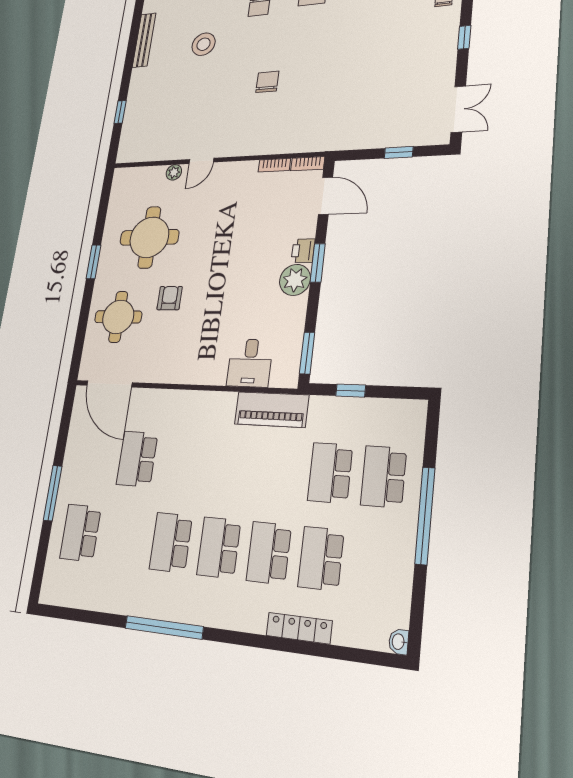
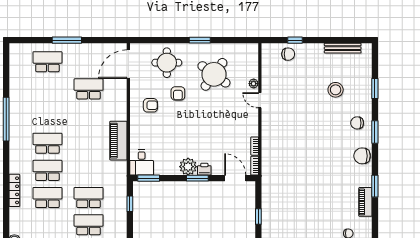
chair: (267, 82) -> (288, 54), moved
door: (325, 196) -> (235, 178), swing flipped
round table: (149, 237) -> (214, 74), turned 36
armchair: (170, 298) -> (178, 93), turned 90
armchair: (181, 347) -> (150, 105), added
desk: (250, 363) -> (142, 162), moved, turned -90
piano: (271, 410) -> (118, 141), moved
school desk: (171, 542) -> (47, 116), removed

